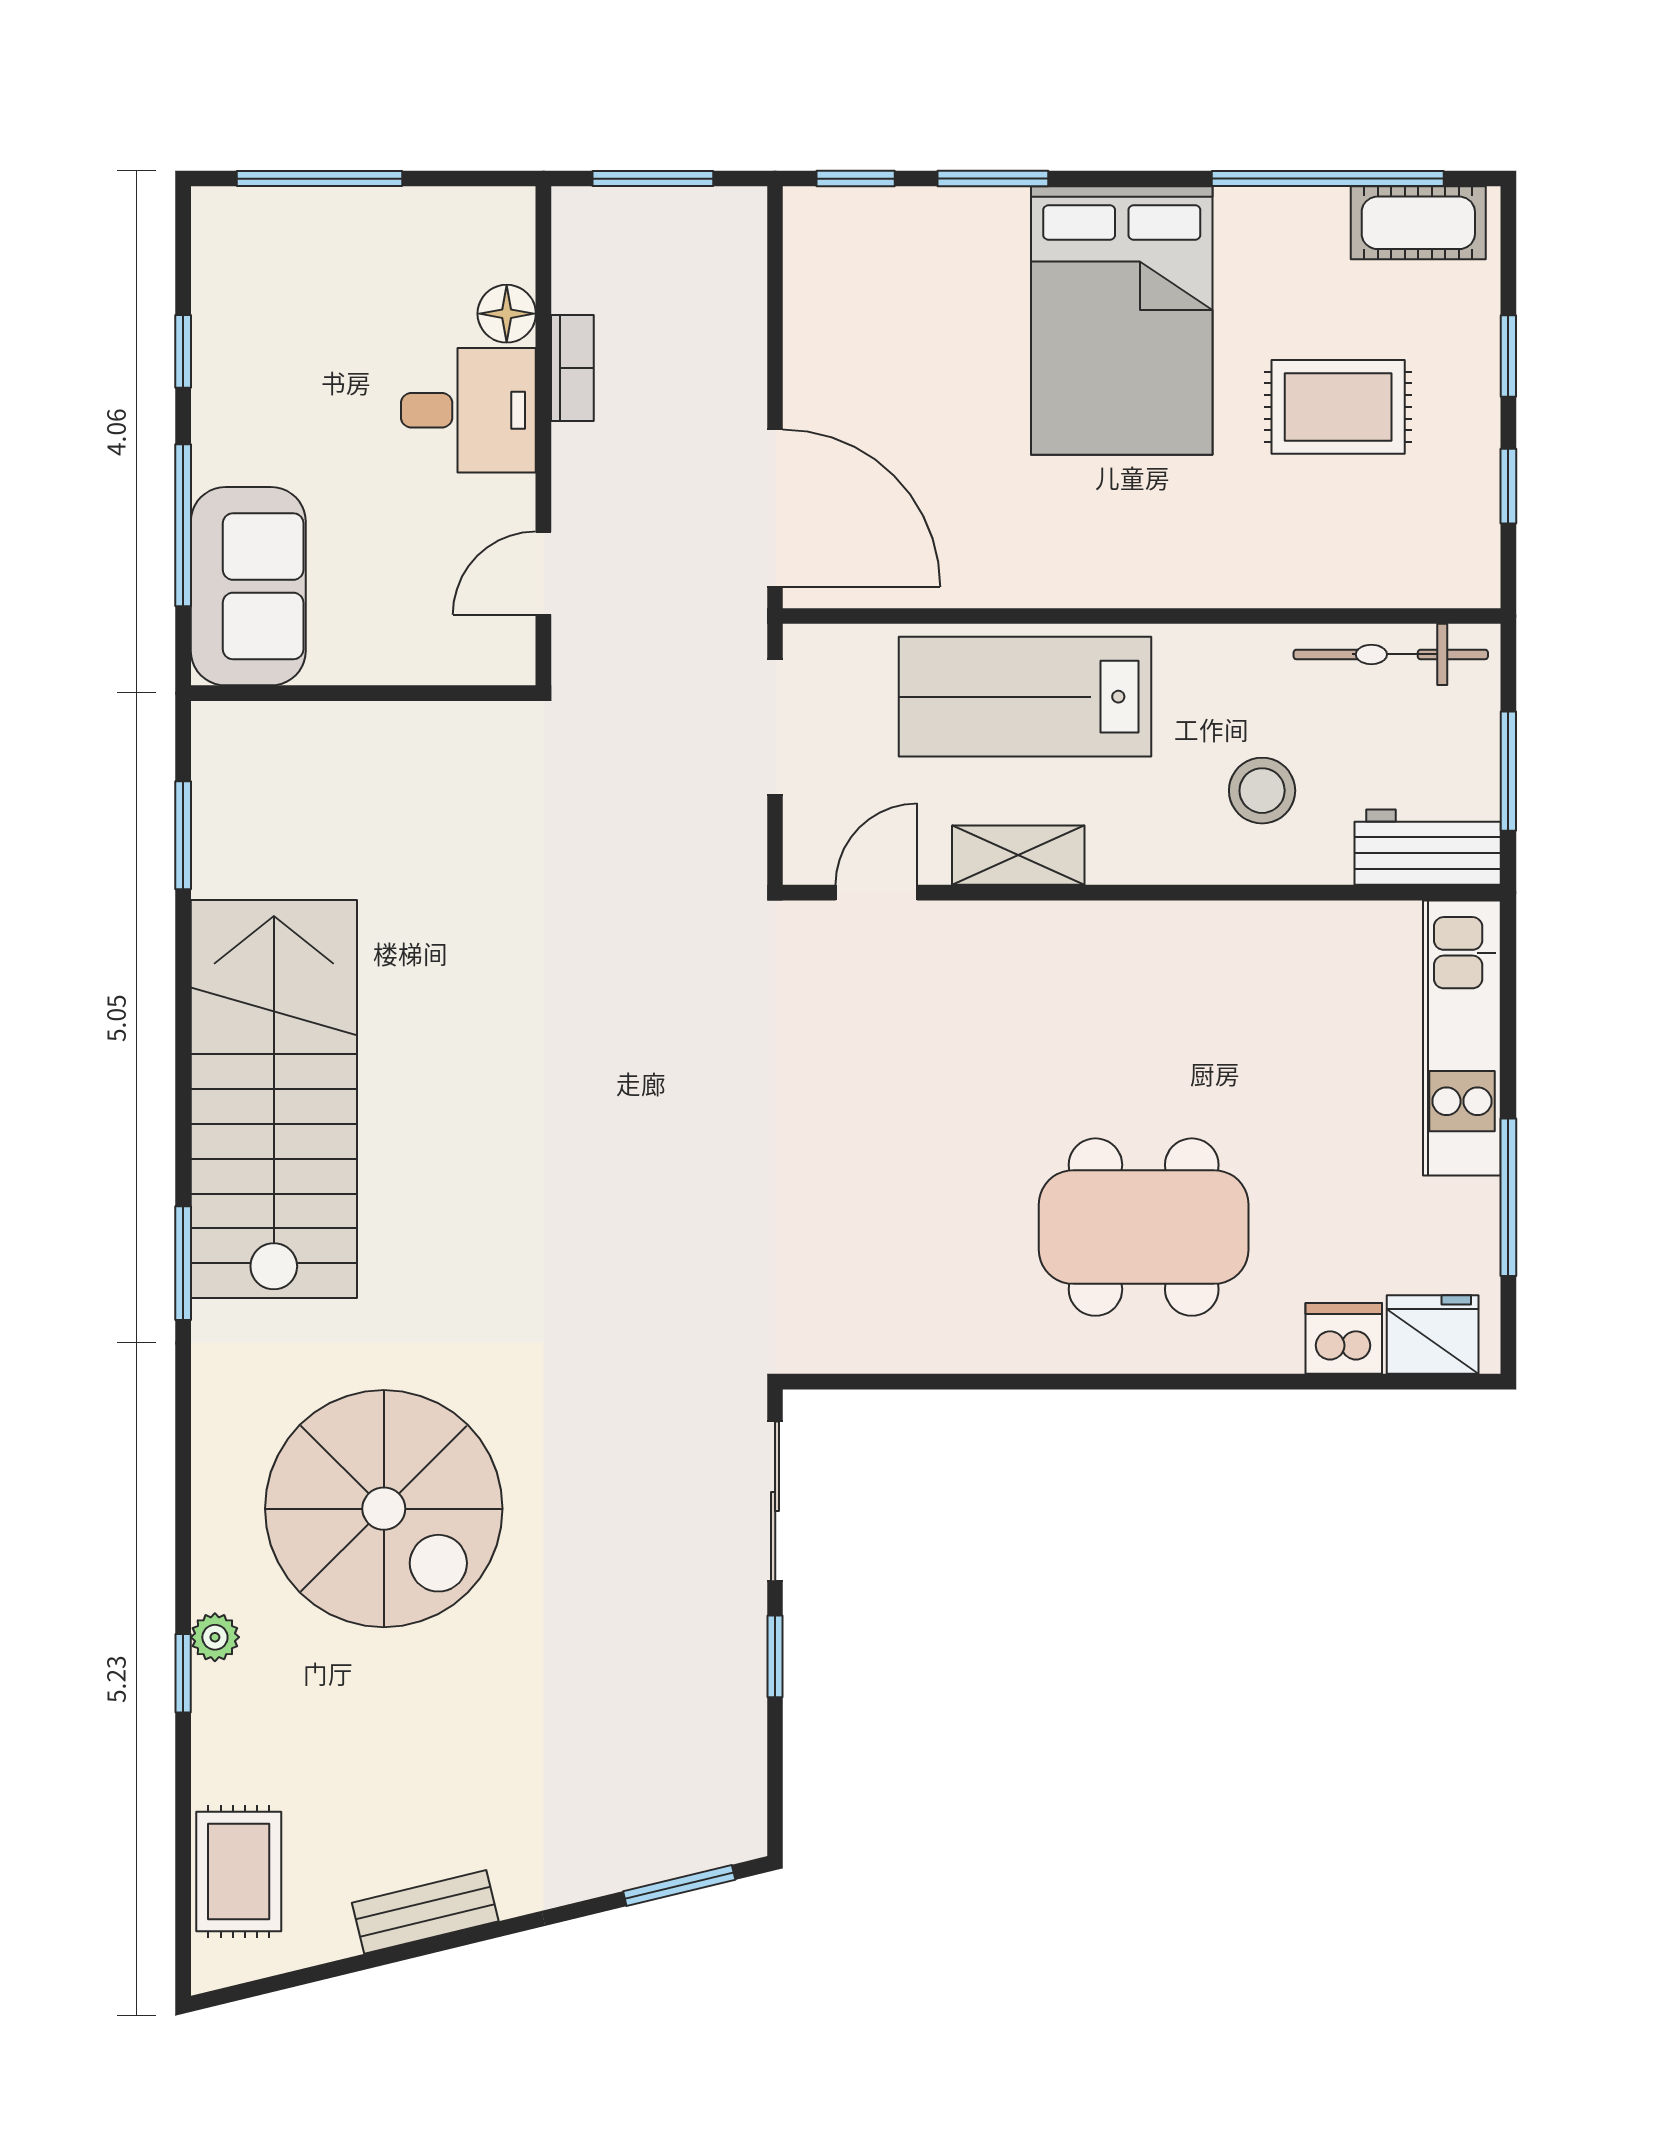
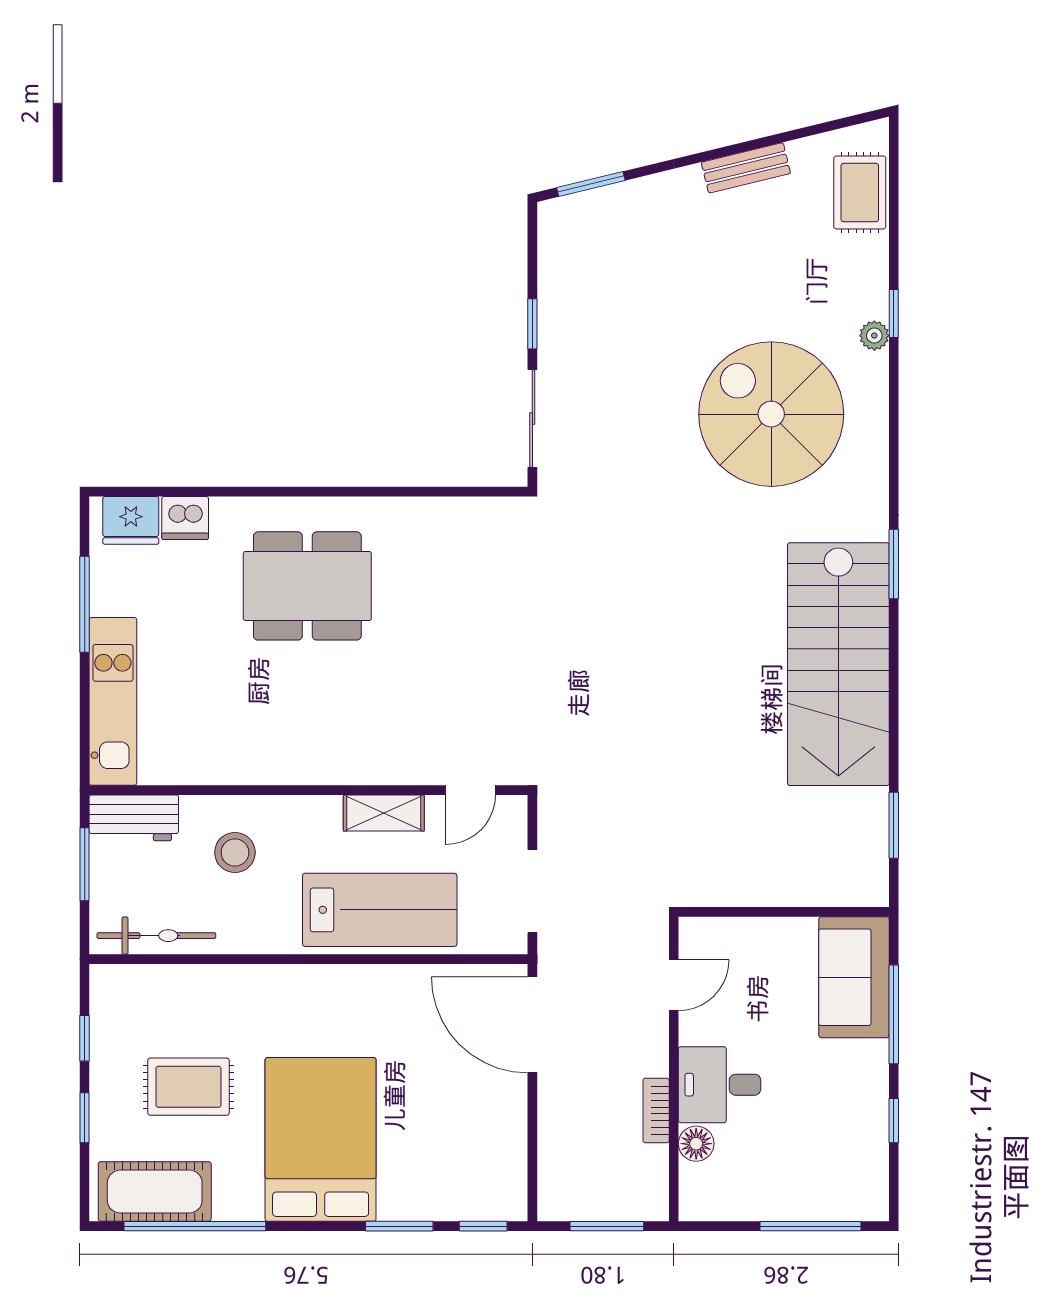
cot: (1418, 223) -> (155, 1192), width x1.37, depth x1.34

